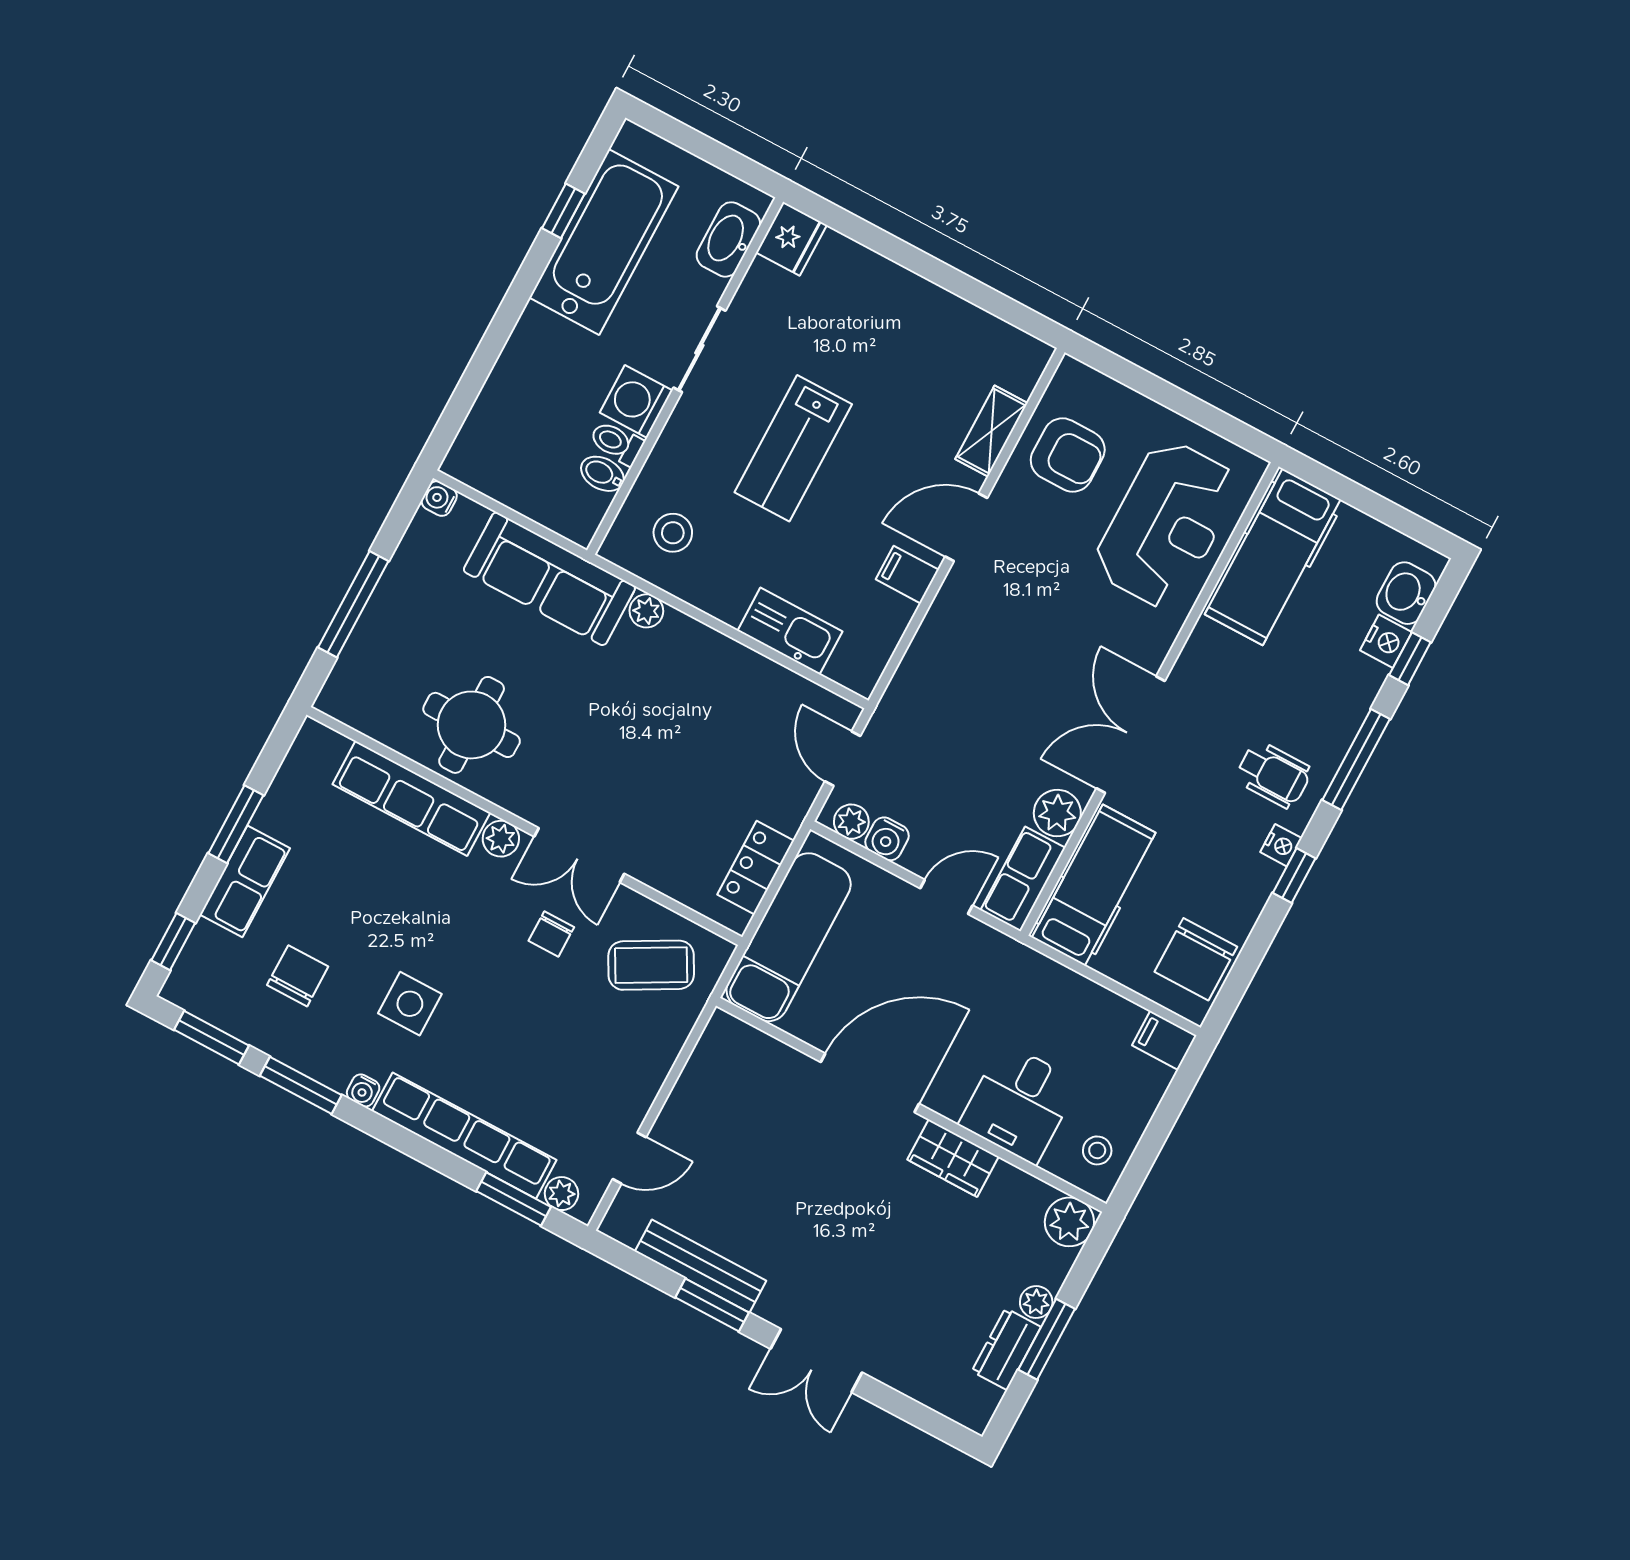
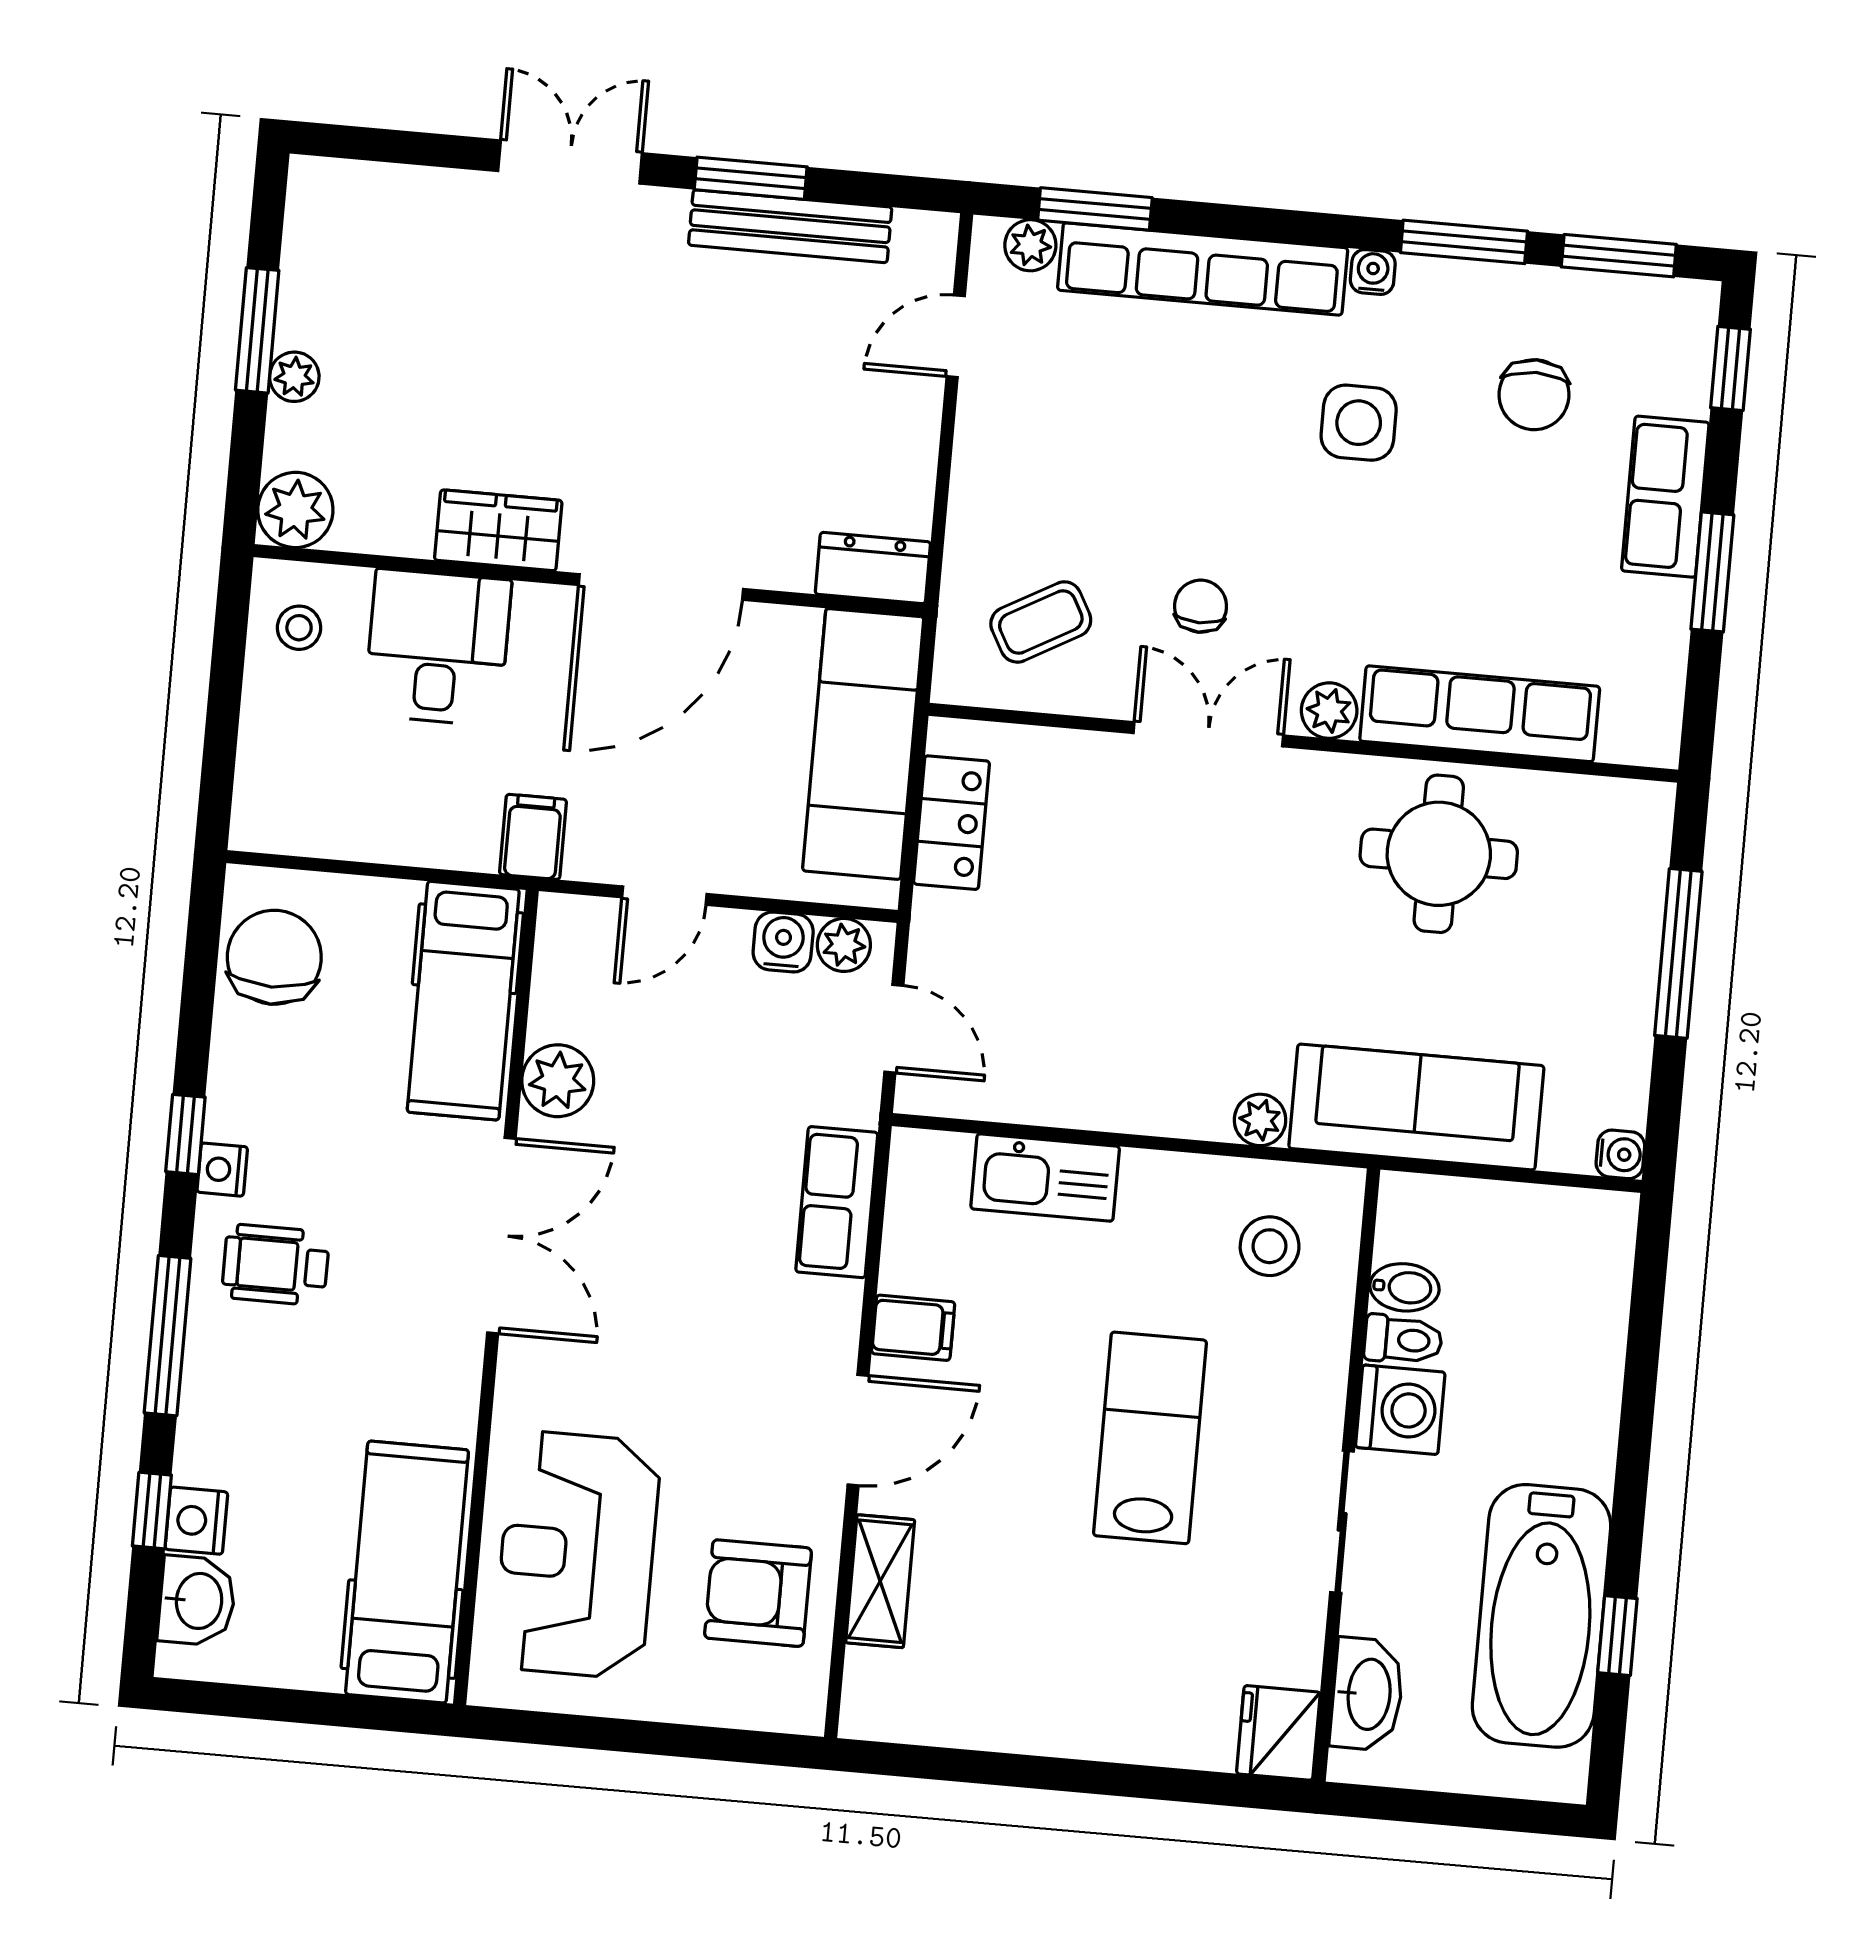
row of seats: (1023, 879) -> (837, 1202), moved, turned 180
coffee table: (651, 965) -> (1041, 622), width x0.73, depth x0.77
filing cabinet: (1164, 1040) -> (533, 837), moved, turned -90
dresser: (1006, 1349) -> (873, 568), moved, turned -90

